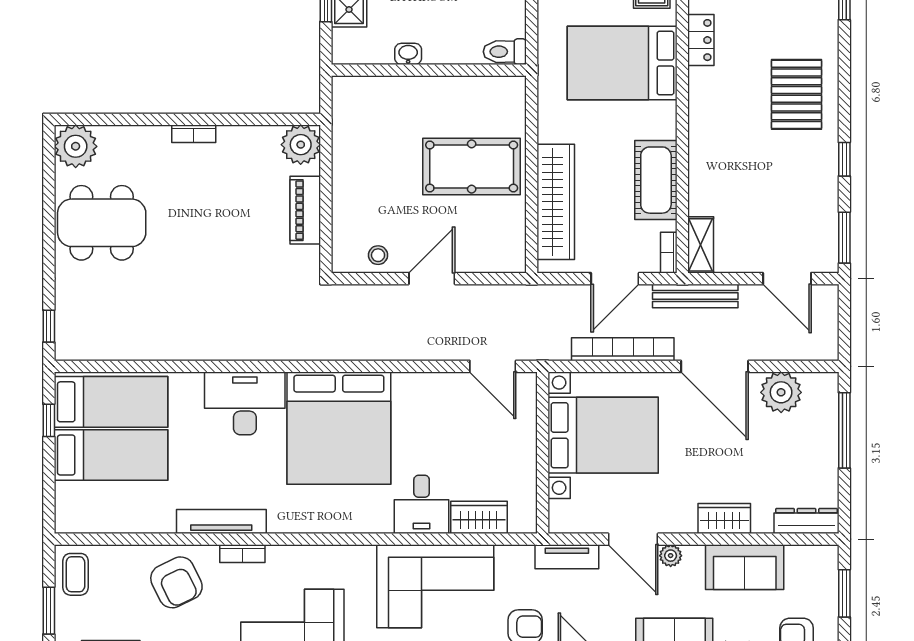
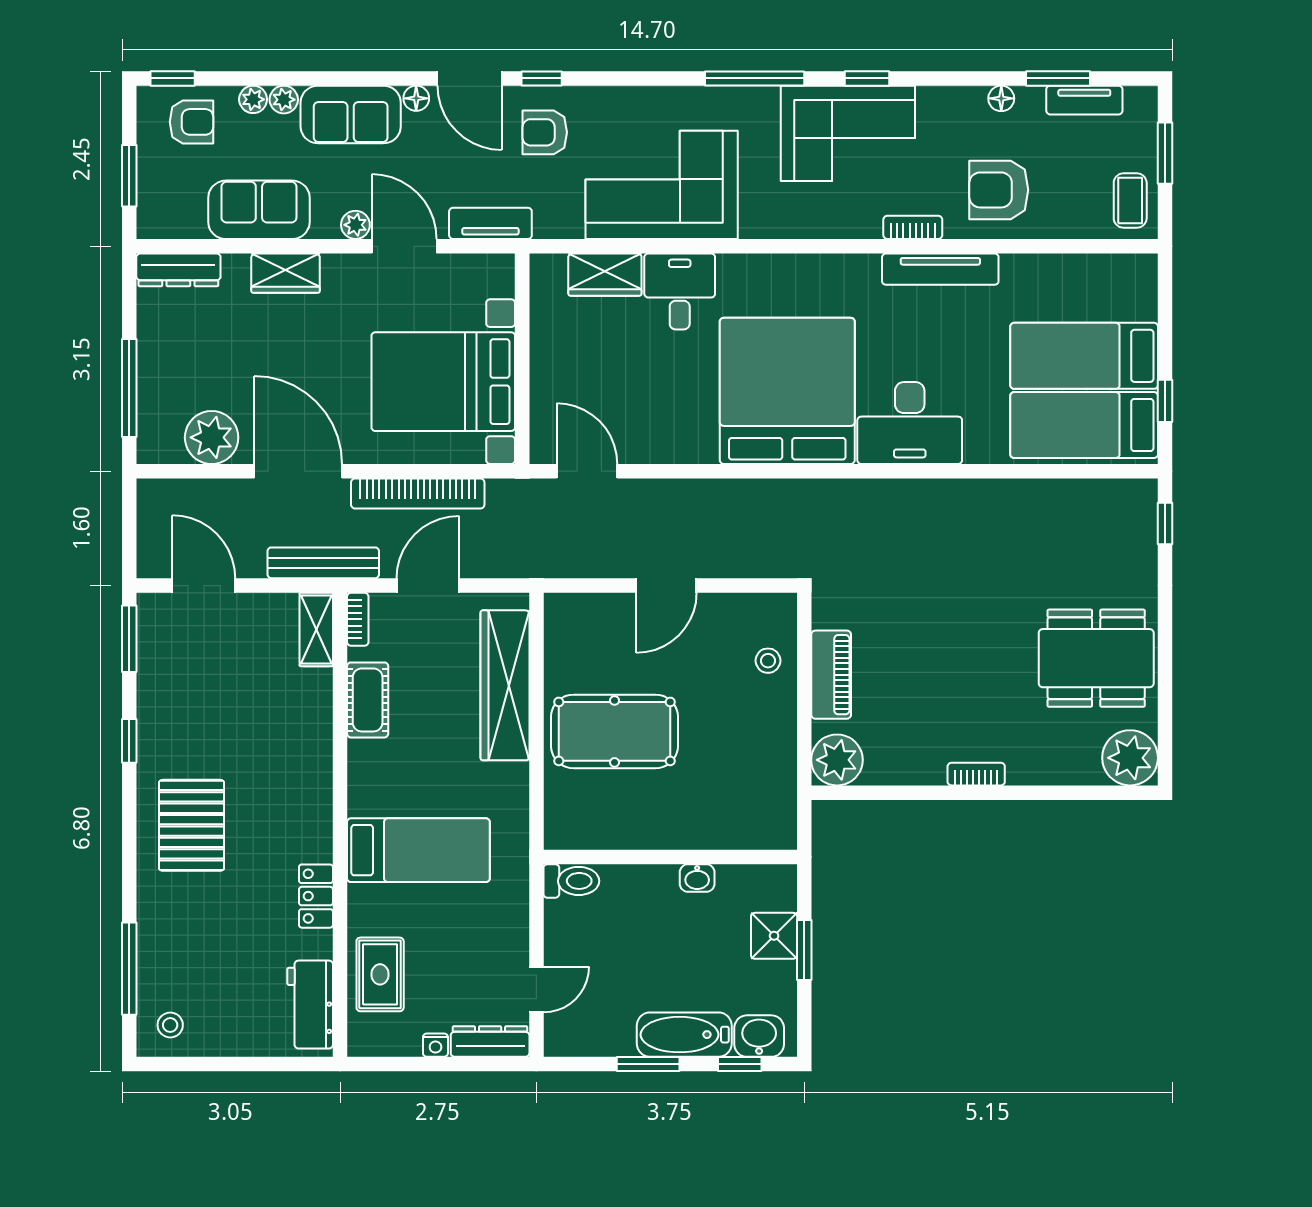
bed: (622, 63) -> (418, 850), width x0.67
cot: (656, 180) -> (368, 700), width x0.73, depth x0.75
stool: (378, 255) -> (768, 661), moved
armchair: (176, 582) -> (999, 190), turned -64

